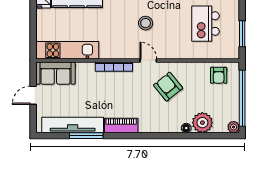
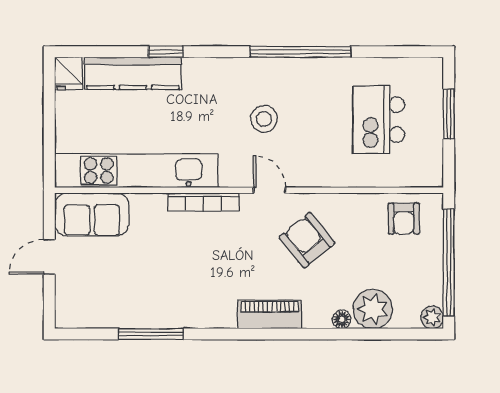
window: (242, 34) -> (449, 114), moved
kitchen unit: (67, 50) -> (136, 171), width x1.36
tv unit: (73, 125) -> (125, 314), removed
piano: (121, 125) -> (270, 314), moved

